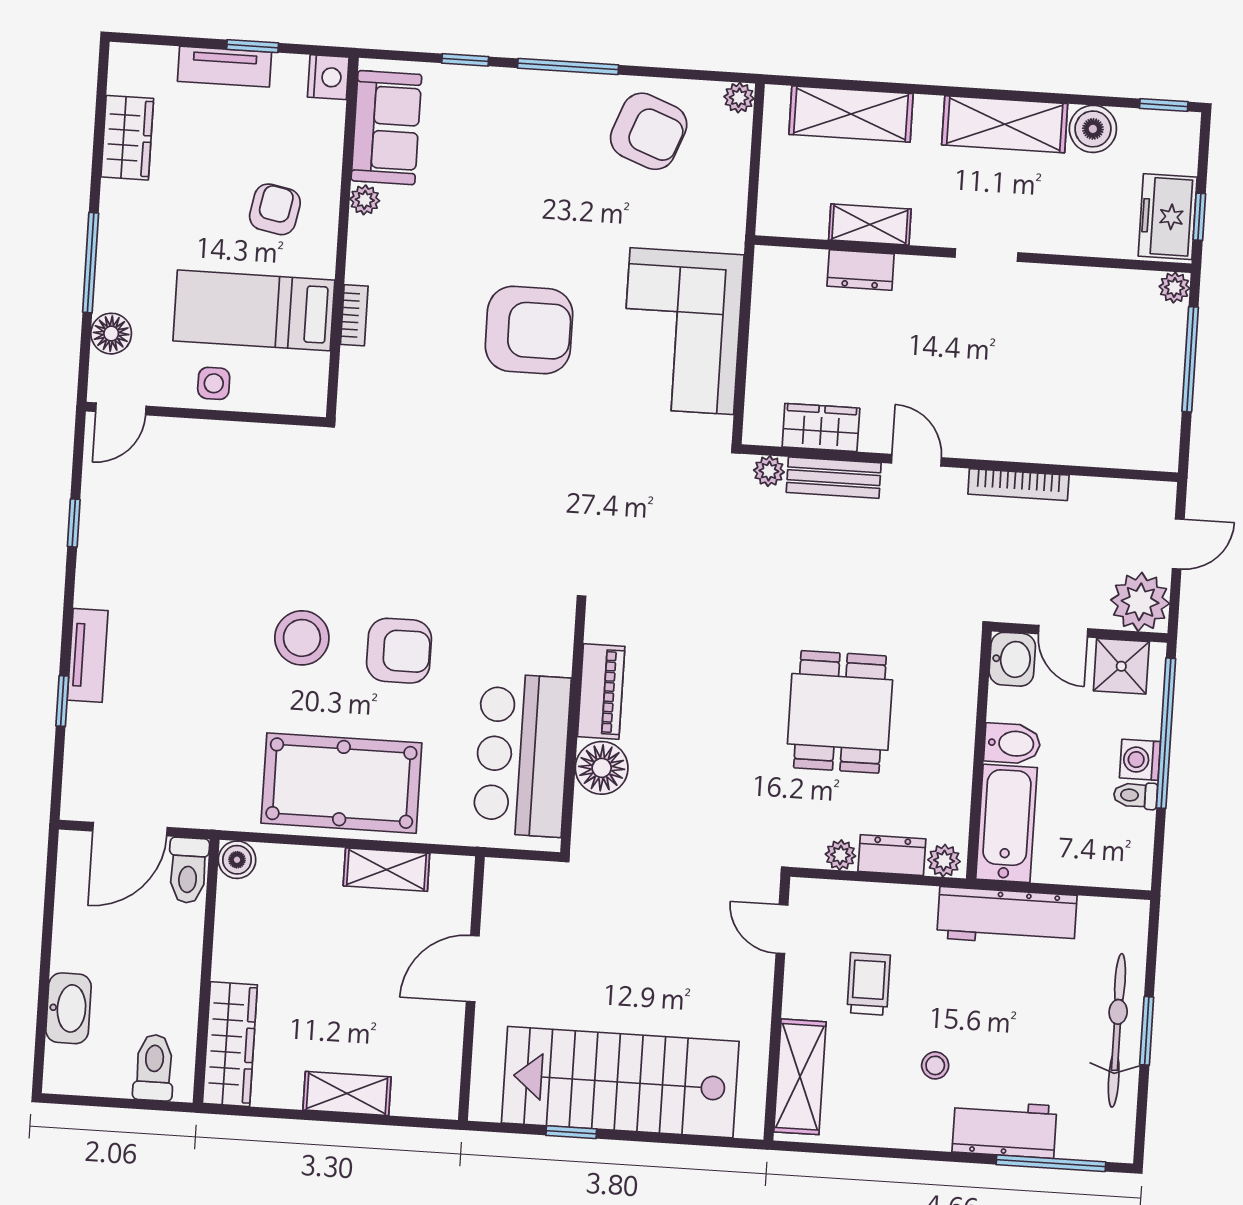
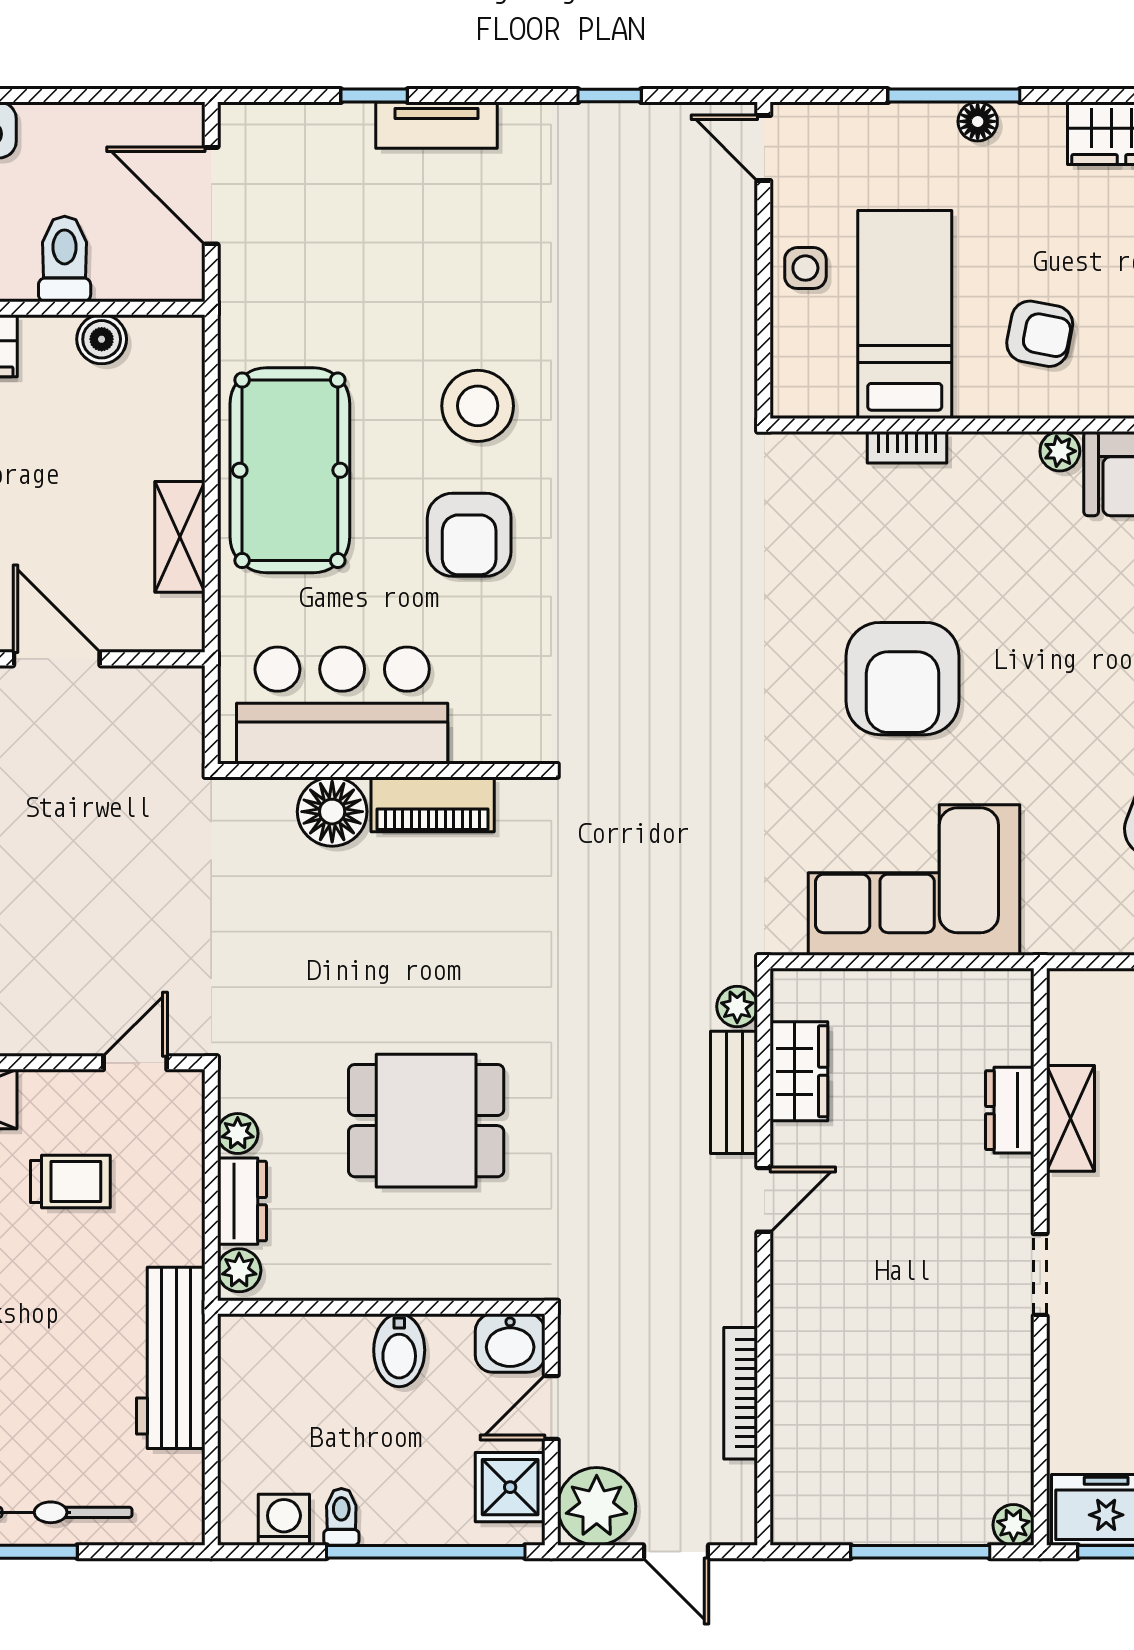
floor lamp: (111, 334) -> (978, 121), moved, width x0.73, depth x0.73
bookcase: (1018, 485) -> (741, 1393), moved
washing machine: (1140, 760) -> (284, 1520), moved
bathtub: (1007, 823) -> (294, 1349), removed
boiler: (237, 860) -> (102, 339), moved
toilet: (188, 870) -> (65, 259), moved, turned 90

